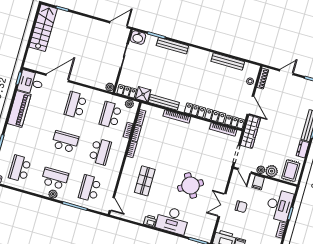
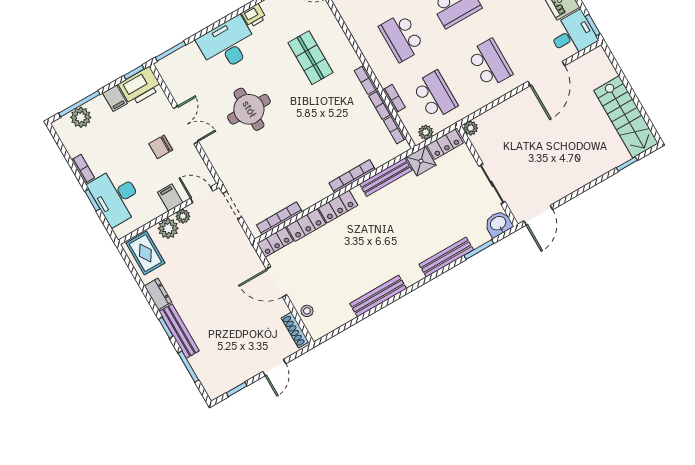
bench: (228, 61) -> (378, 296), moved
wardrobe: (250, 132) -> (243, 250), removed
round table: (191, 186) -> (249, 109), turned 31

